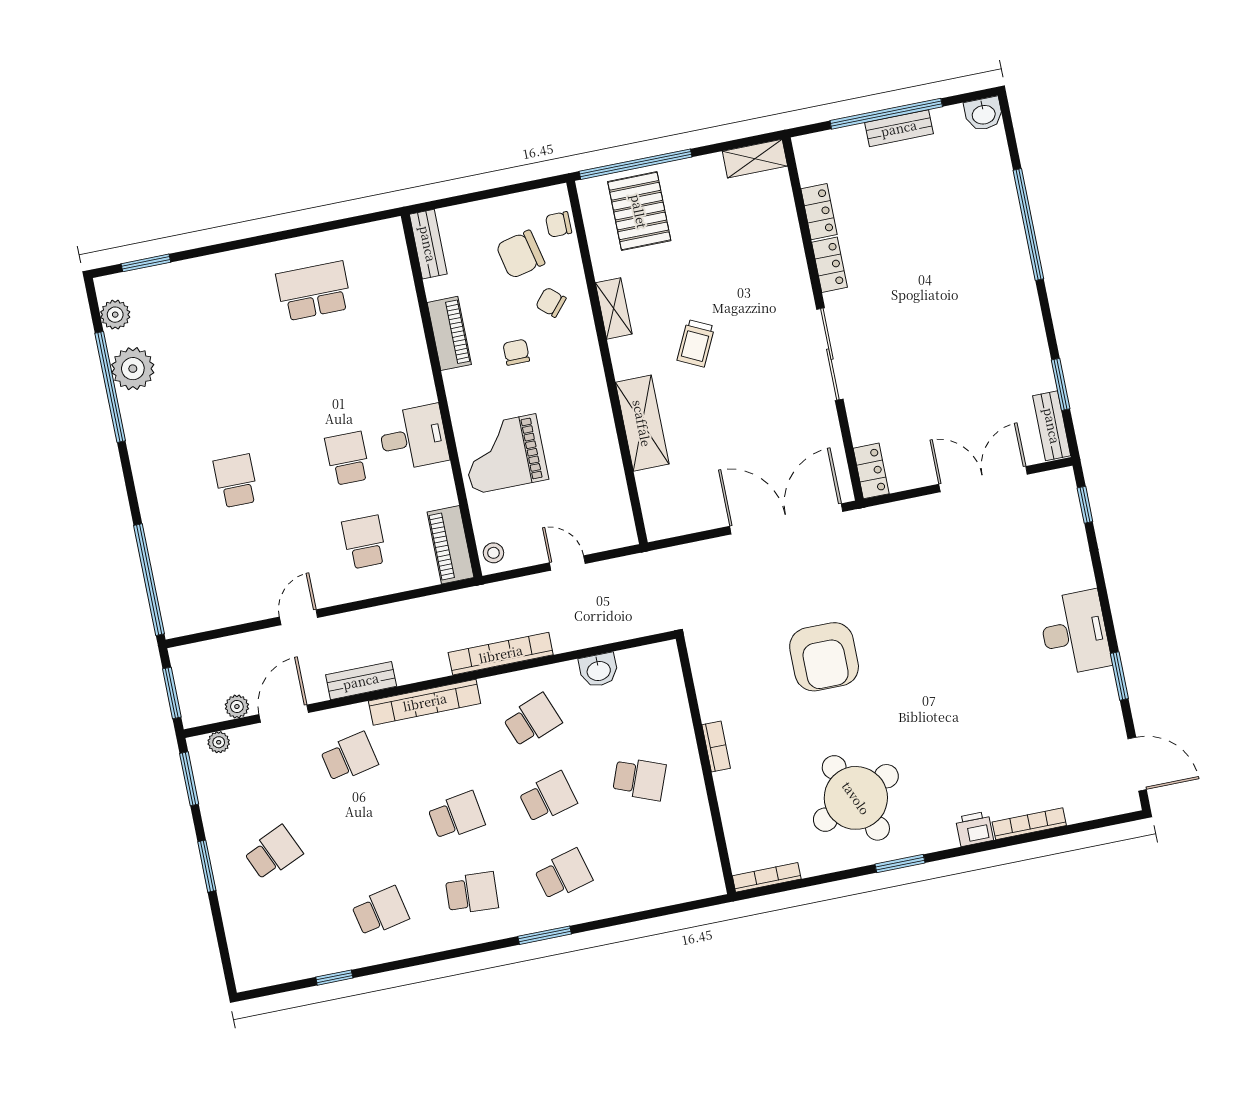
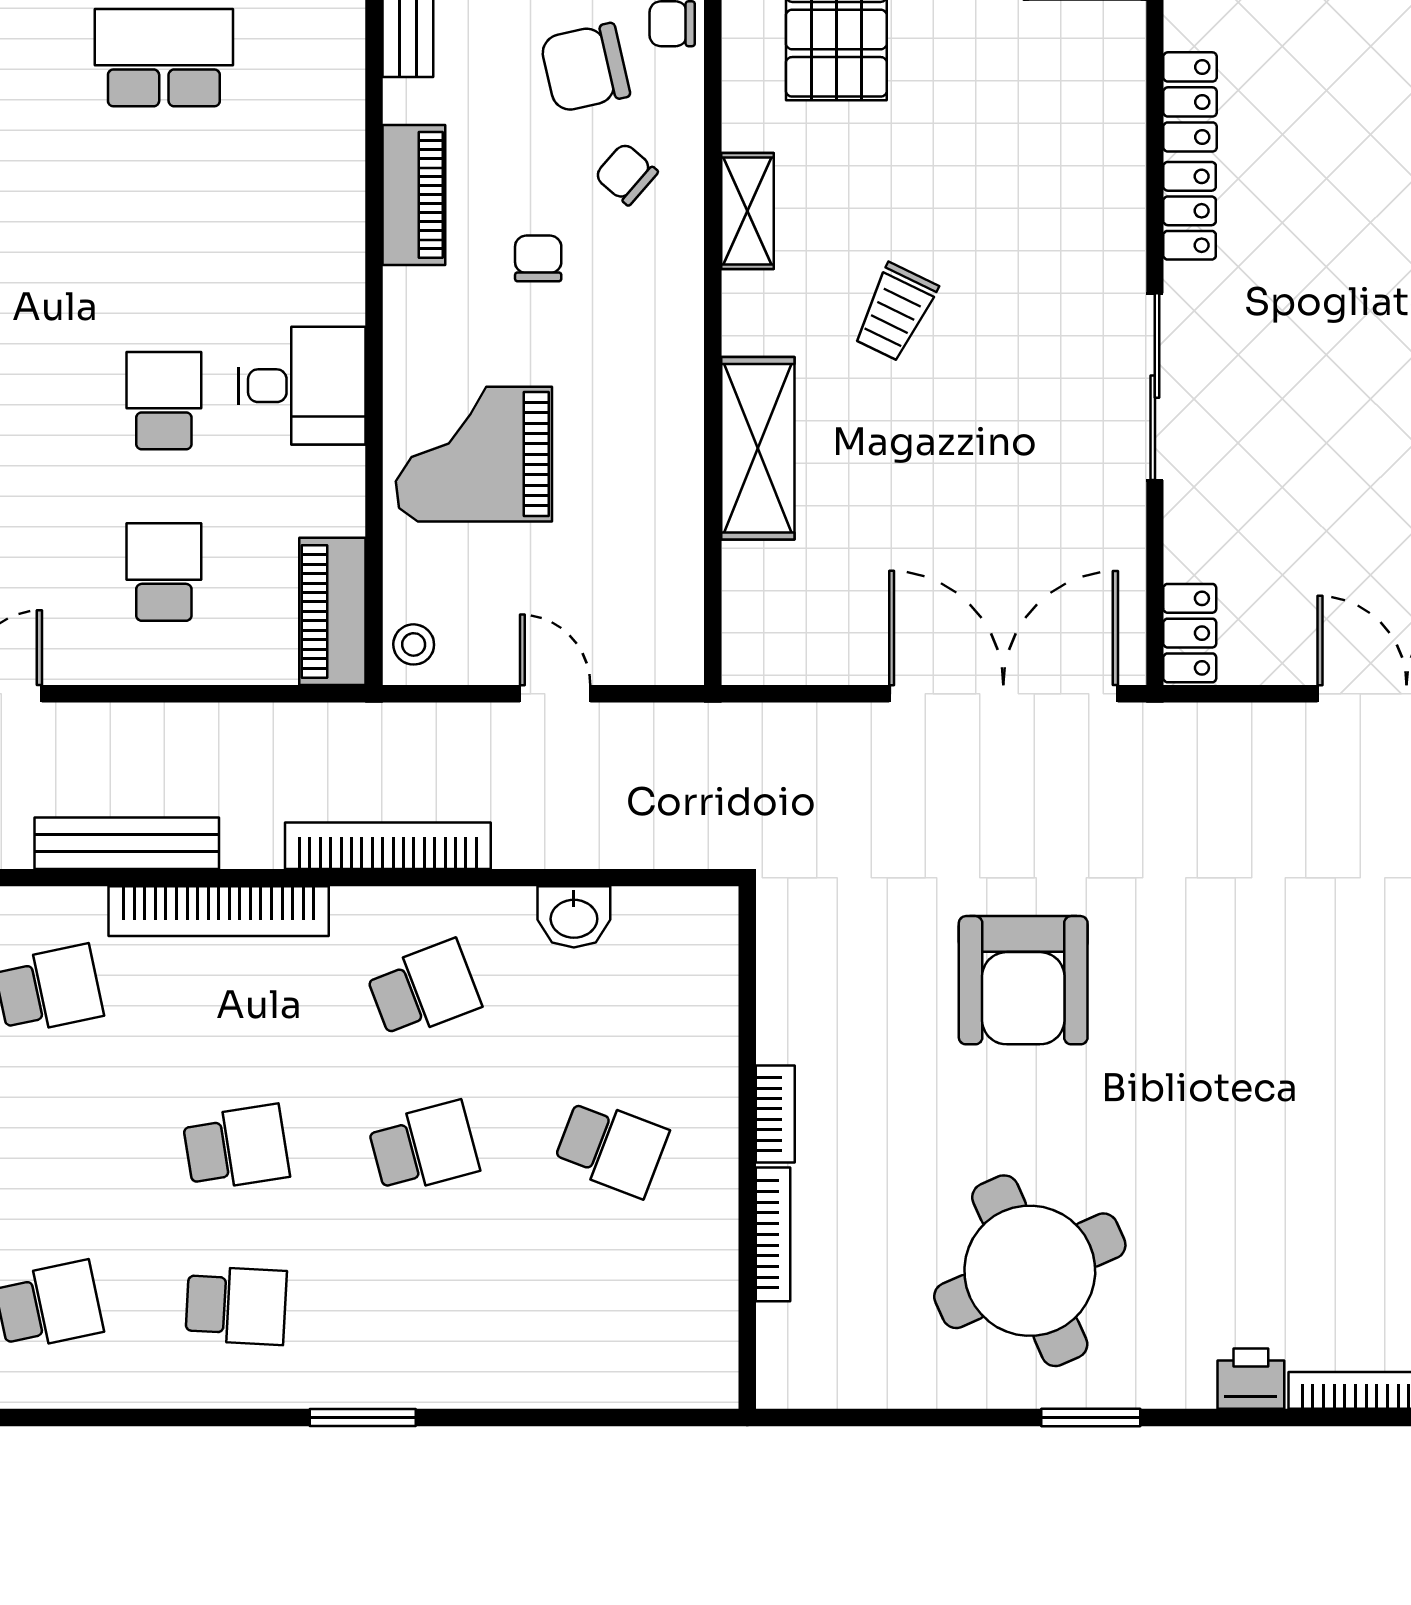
bench: (361, 681) -> (127, 843), width x1.36
school desk: (563, 875) -> (424, 1306), removed
bookcase: (767, 877) -> (773, 1234), moved, turned 90

